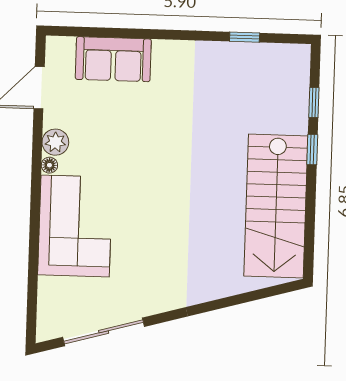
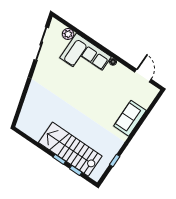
sofa: (113, 59) -> (130, 118), moved
plant: (55, 142) -> (68, 34), moved
stairs: (276, 206) -> (70, 149), moved

